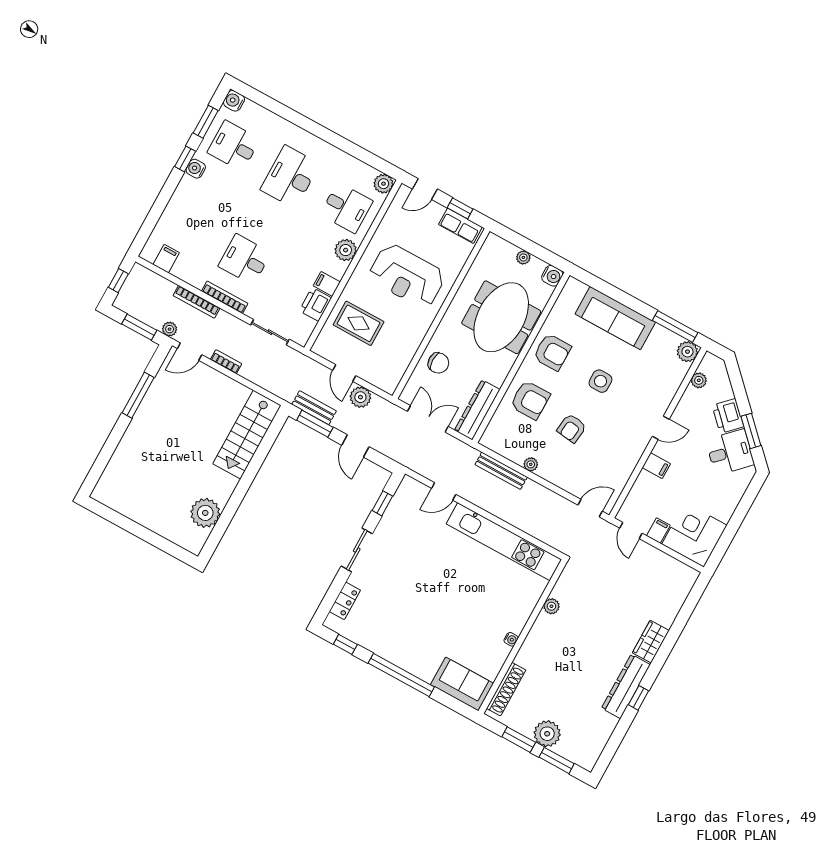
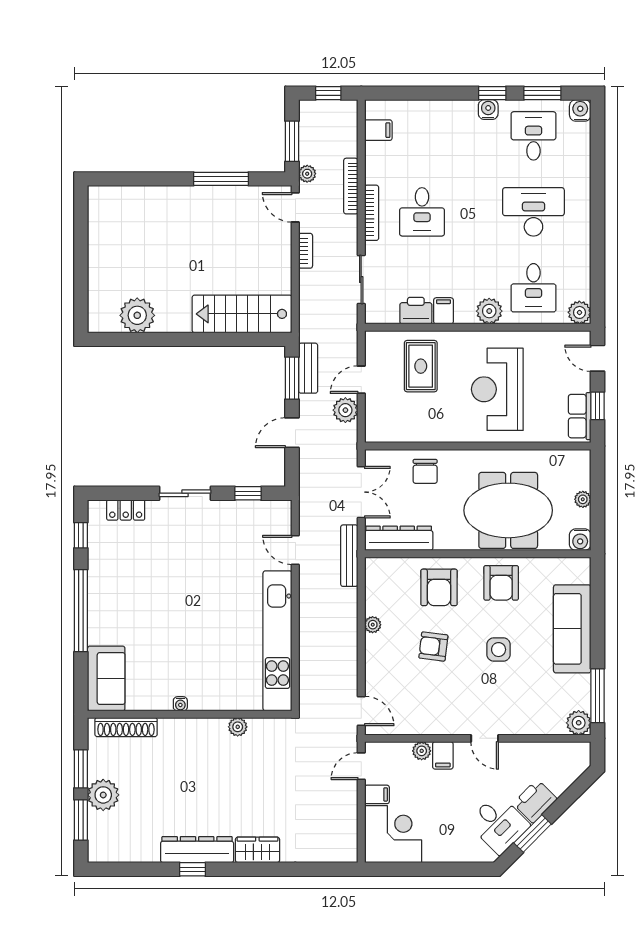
desk: (245, 259) -> (422, 212), turned 180
plant: (699, 380) -> (422, 751), moved
bench: (501, 471) -> (349, 556), moved

